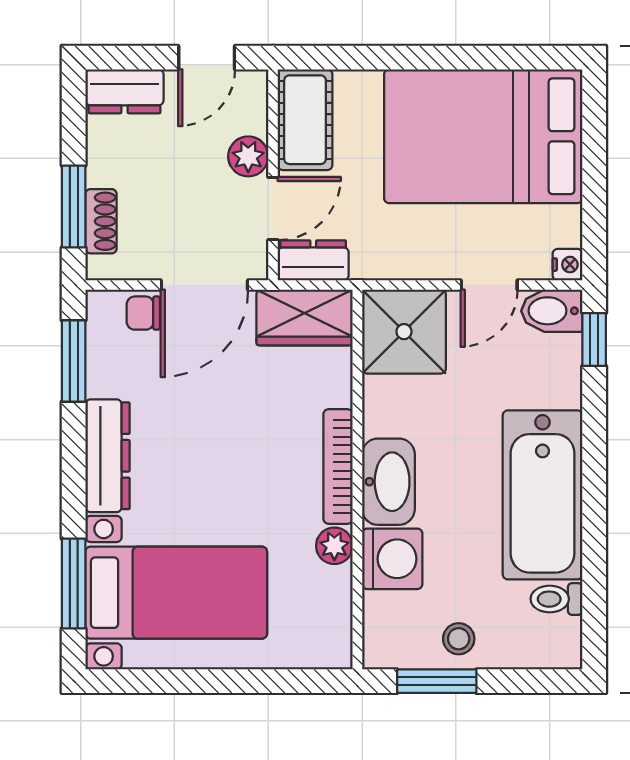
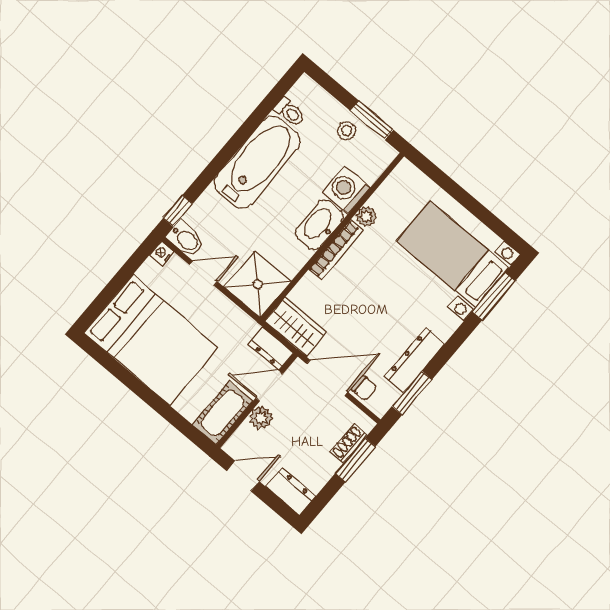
dresser: (107, 456) -> (415, 360), moved

